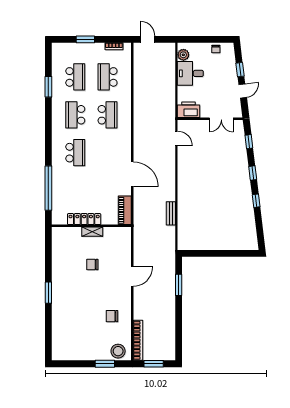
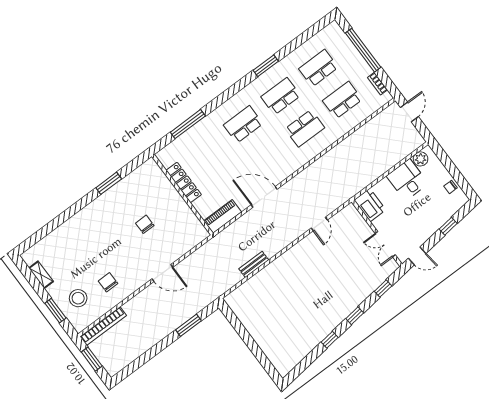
window: (85, 39) -> (363, 50), width x2.11
school desk: (75, 77) -> (318, 68), turned 180
window: (48, 87) -> (266, 66), moved
door: (243, 91) -> (417, 256), moved
door: (176, 138) -> (319, 224), moved
school desk: (75, 153) -> (243, 124), turned 180
door: (132, 174) -> (264, 197), swing flipped
window: (48, 188) -> (188, 124), width x0.68
shelving: (92, 232) -> (41, 275), moved
window: (48, 293) -> (109, 183), moved
stool: (118, 351) -> (78, 298), moved

